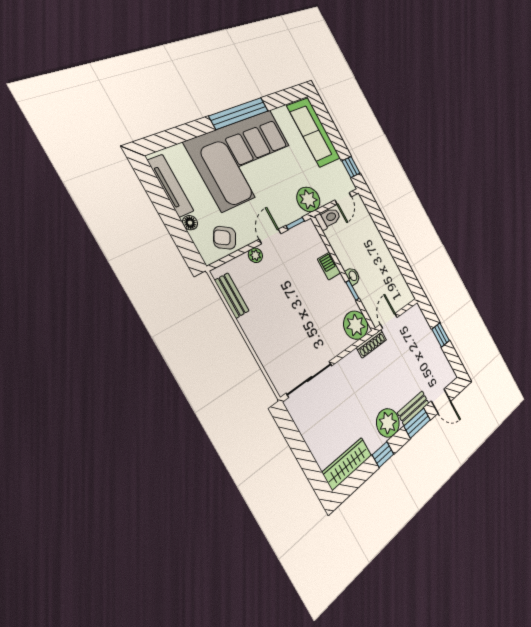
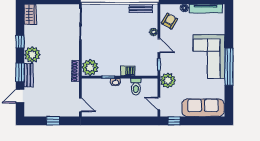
corner sofa: (247, 159) -> (209, 57), width x0.73, depth x0.74
toilet: (328, 218) -> (136, 87), moved
door: (389, 321) -> (80, 105), moved
wardrobe: (347, 464) -> (30, 14), width x0.67

